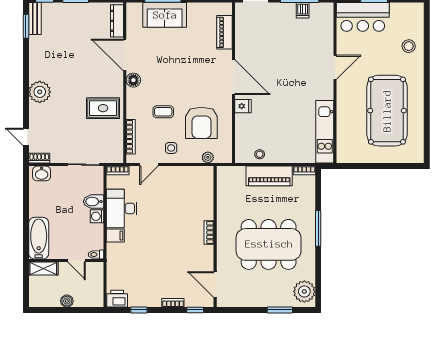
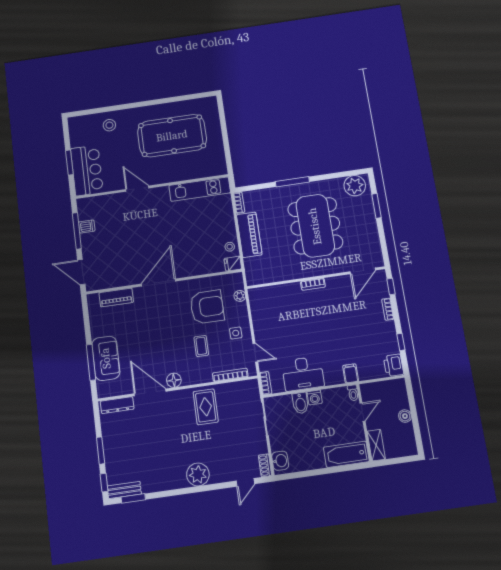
door: (125, 55) -> (150, 392), swing flipped
fridge: (243, 106) -> (233, 264), moved, turned -90
filing cabinet: (115, 236) -> (351, 373), moved

